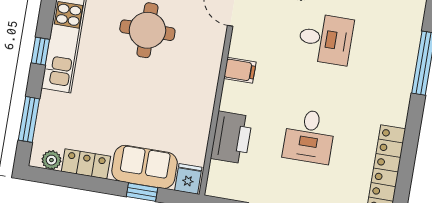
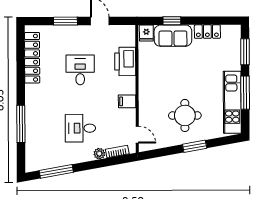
window: (40, 51) -> (245, 93), width x2.17
plant: (51, 160) -> (228, 30), removed

